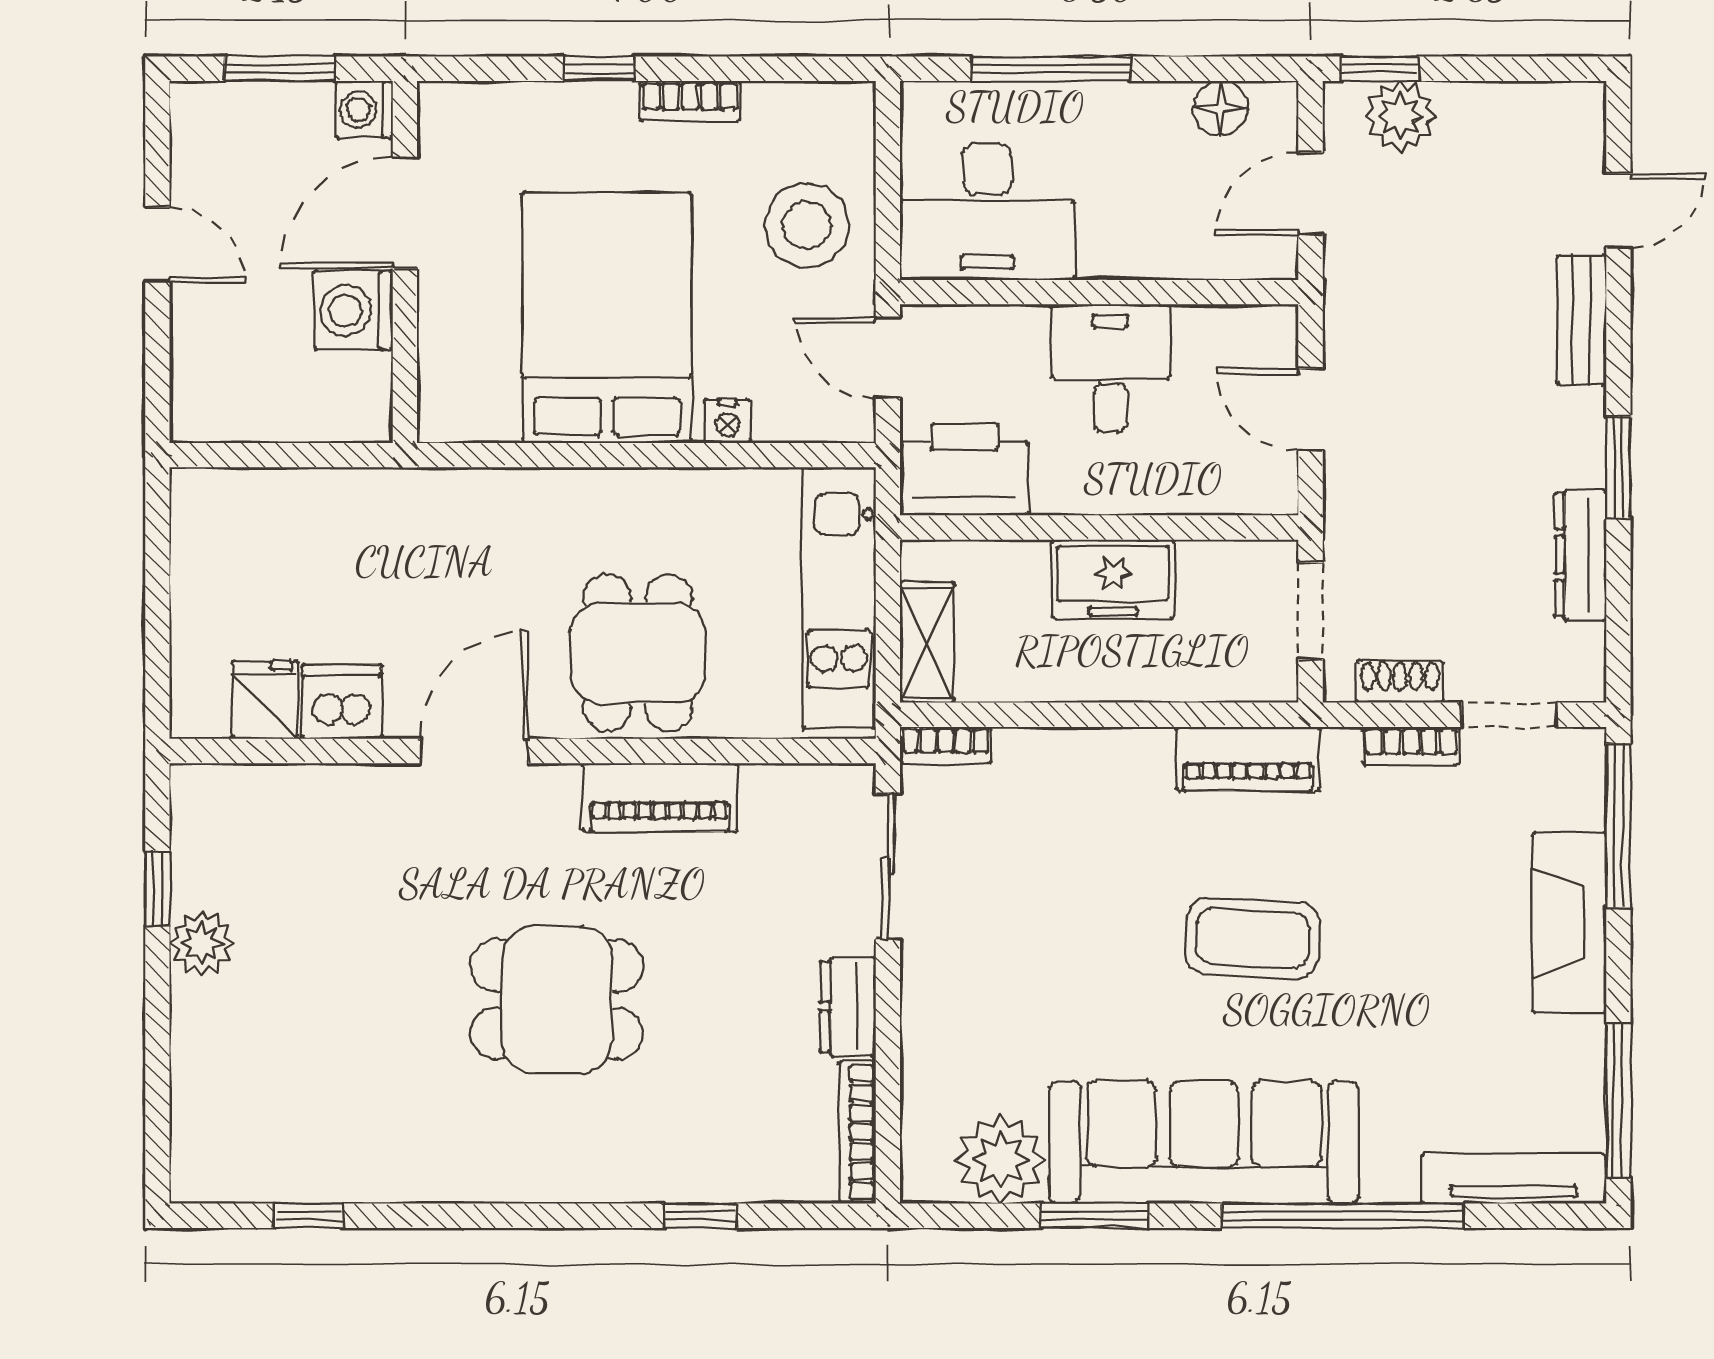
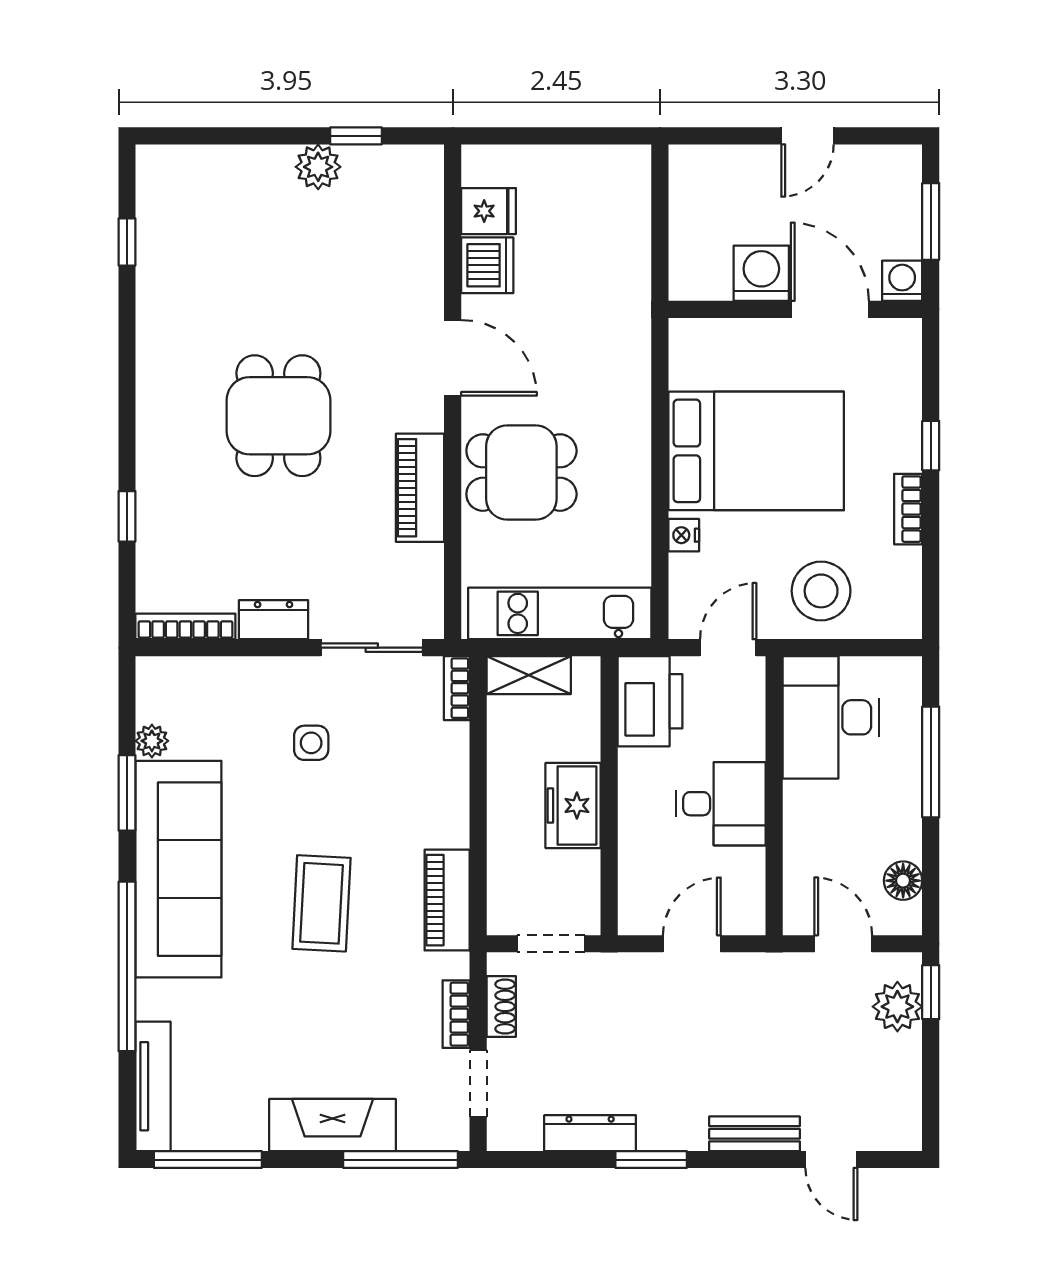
side table: (1024, 953) -> (311, 743), added
plant: (1000, 1160) -> (152, 741), width x0.53, depth x0.53

